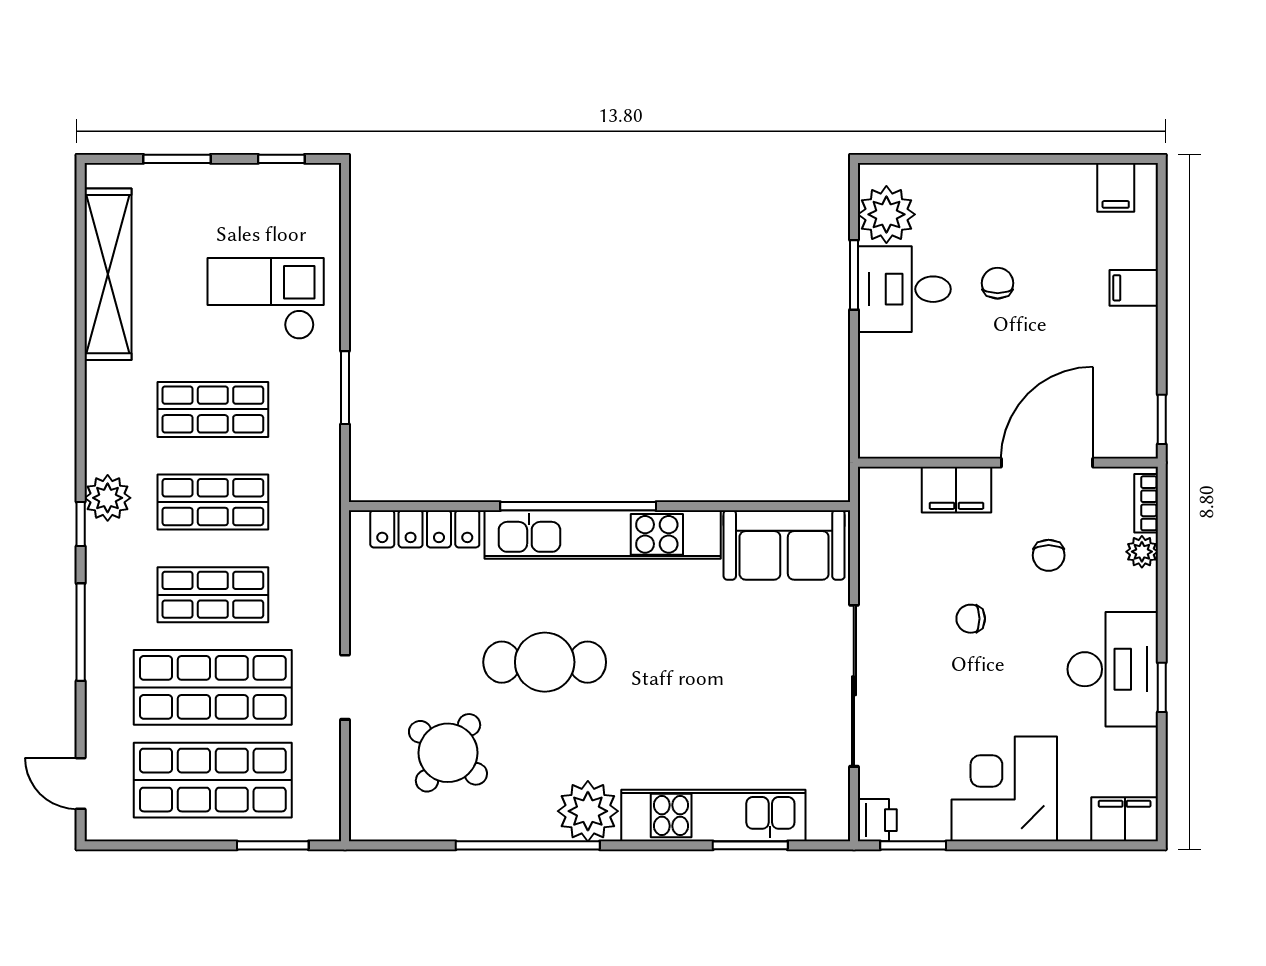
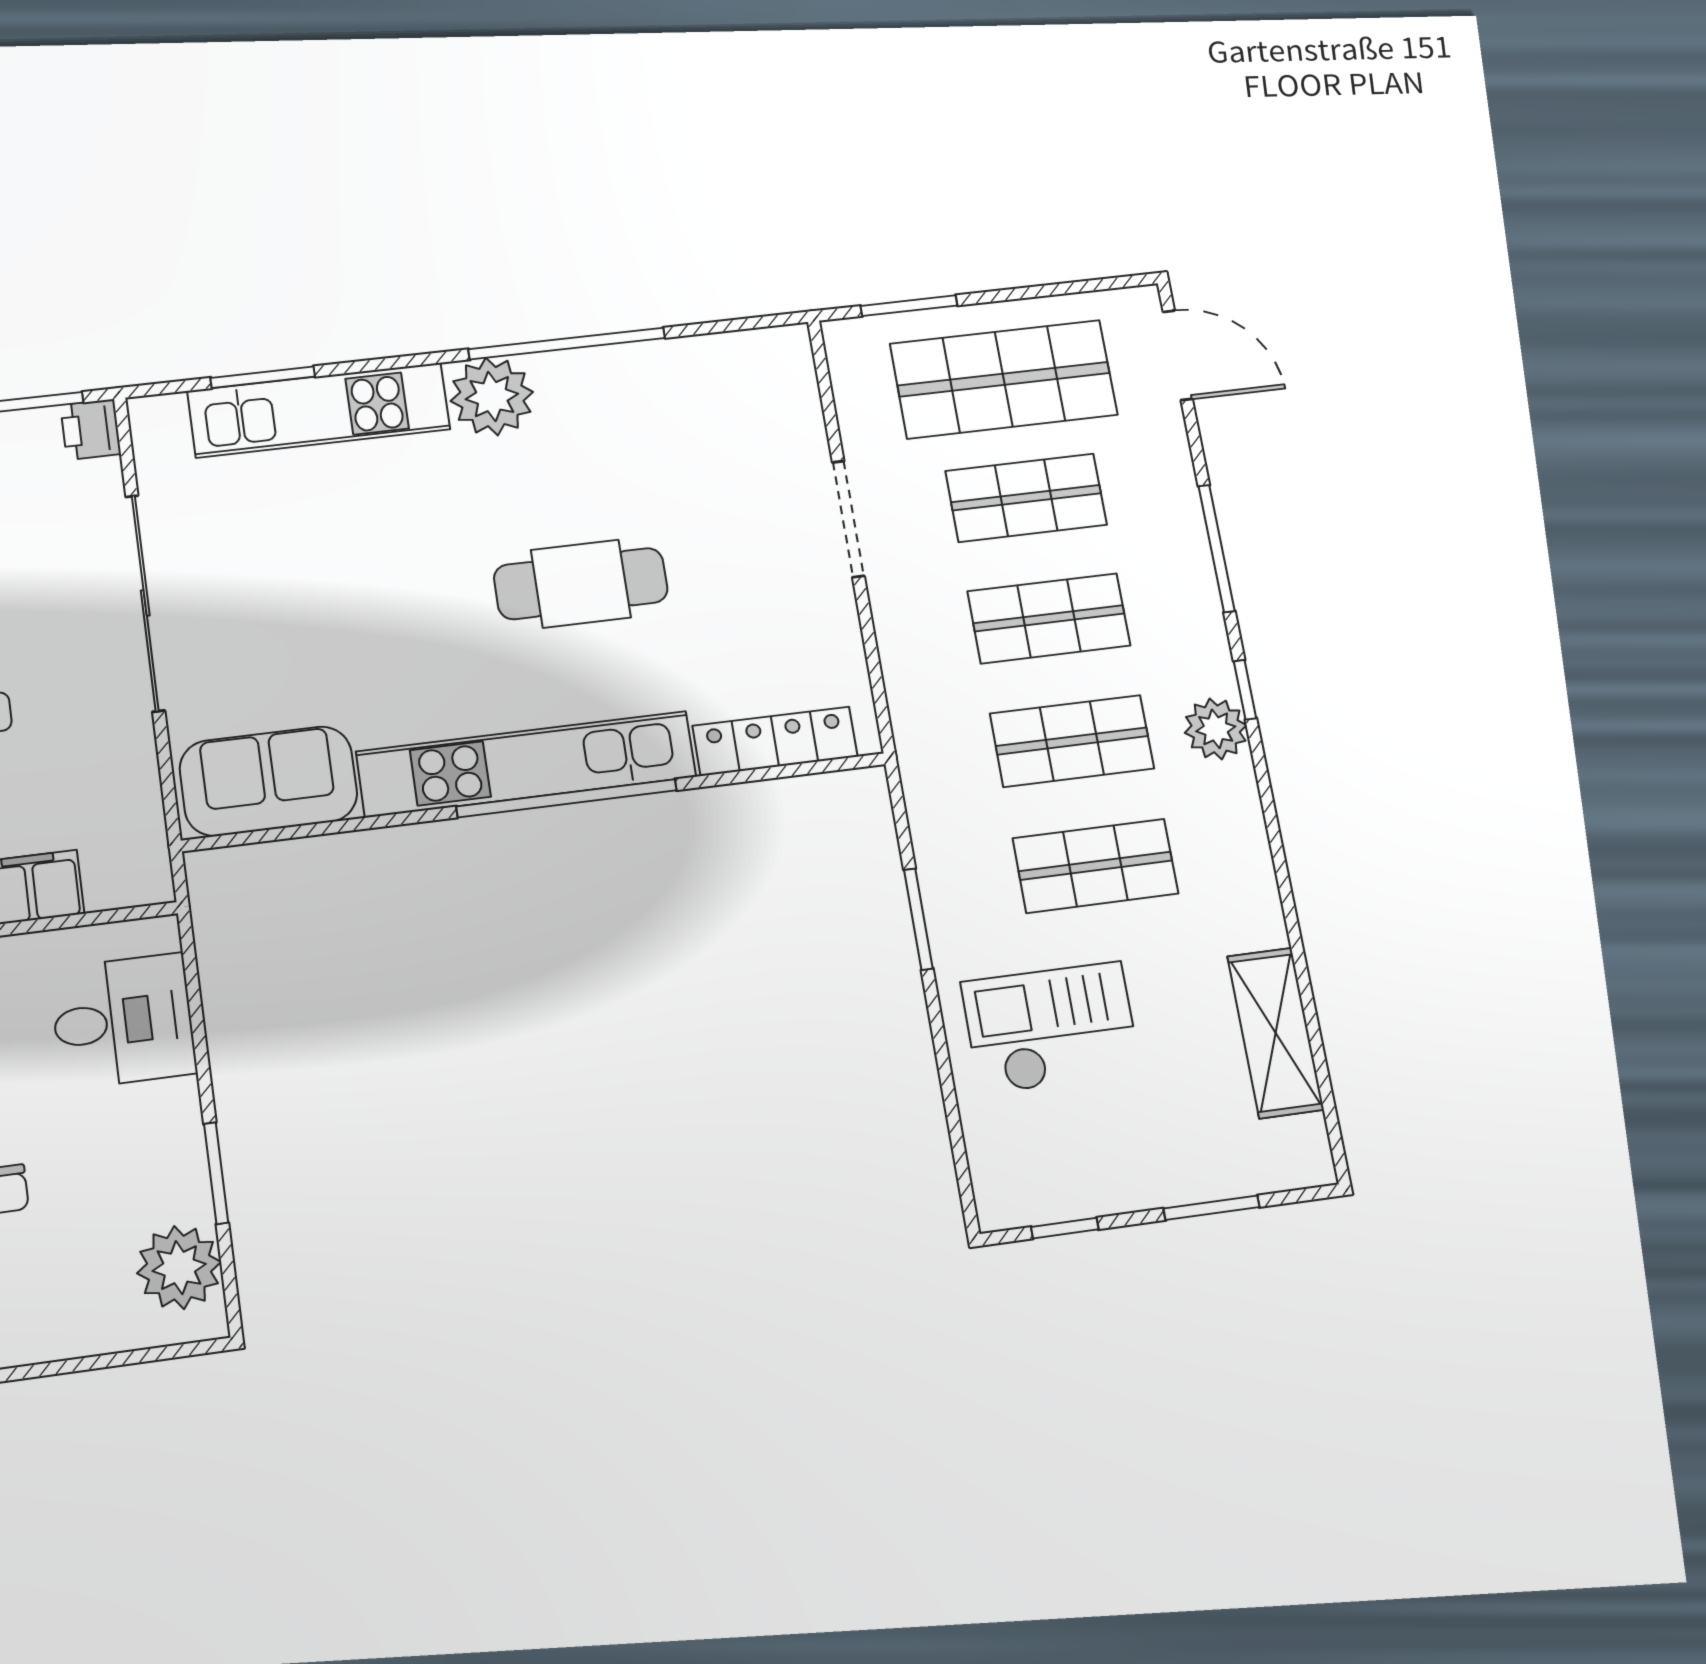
shelving: (108, 274) -> (1275, 1033), width x0.68
desk: (904, 289) -> (123, 1021), moved
checkout: (266, 299) -> (1051, 1028), turned 180
shop shelf: (213, 687) -> (1026, 498), width x0.70, depth x0.74
doorway: (345, 687) -> (848, 519), width x1.38
round table: (448, 753) -> (694, 450), removed
door: (81, 783) -> (1178, 355), width x1.38

